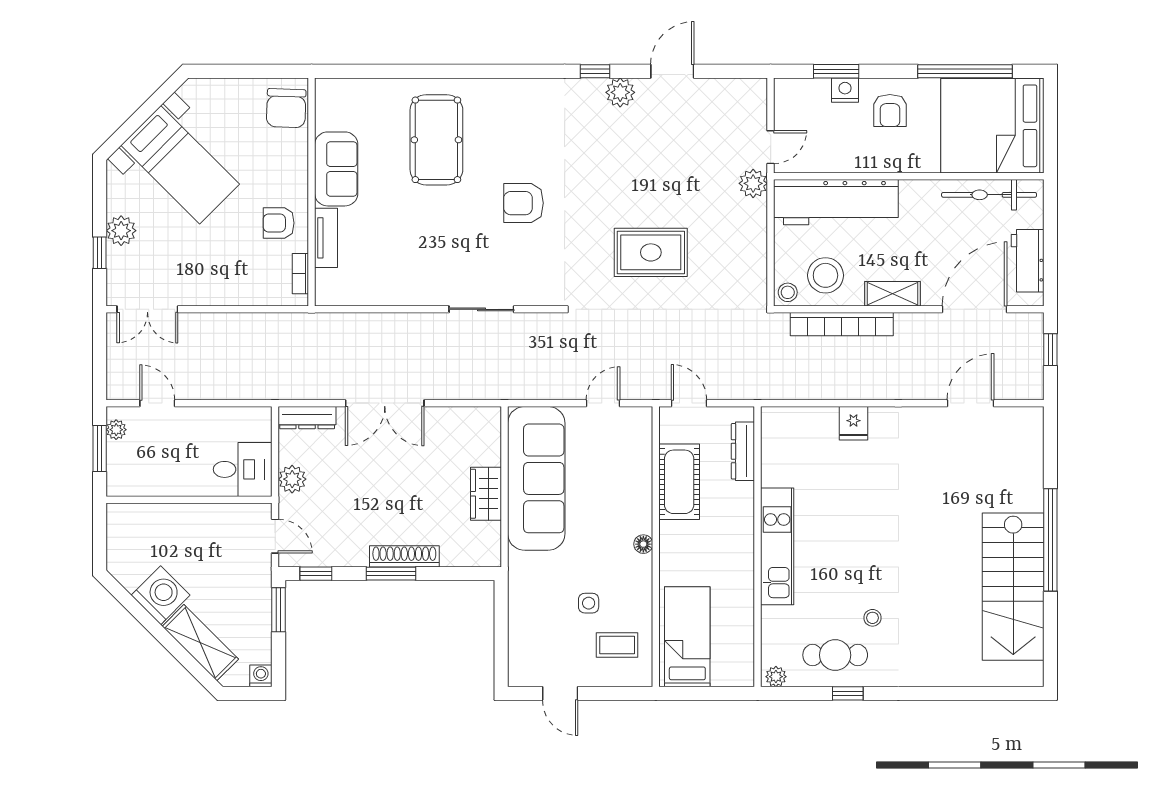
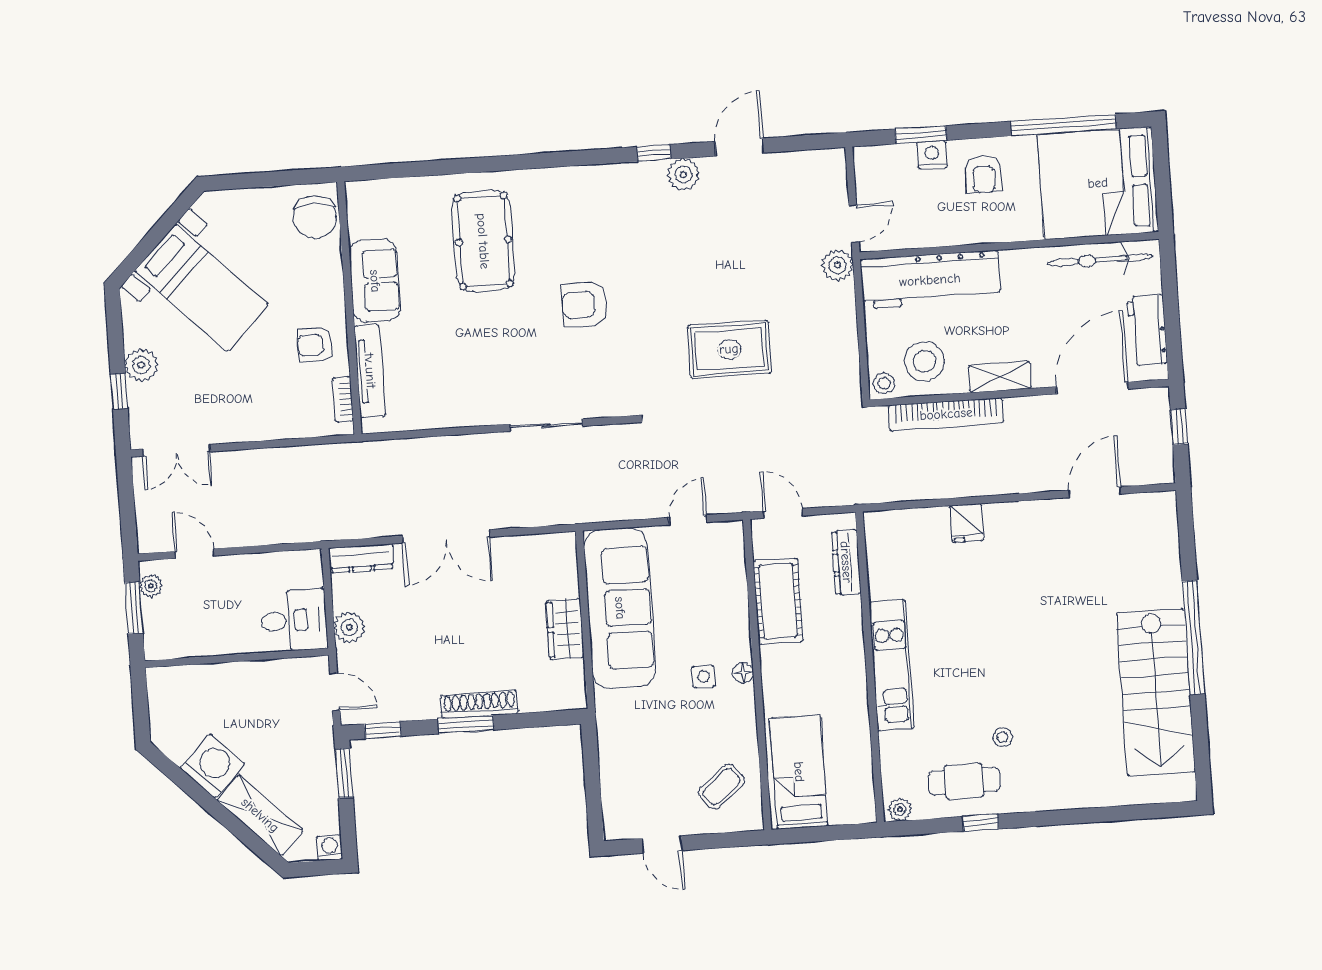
tv unit: (326, 238) -> (370, 371), width x1.41
side table: (589, 603) -> (704, 677), moved
coffee table: (617, 645) -> (722, 787), turned -40

